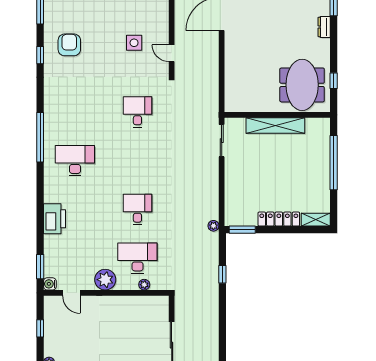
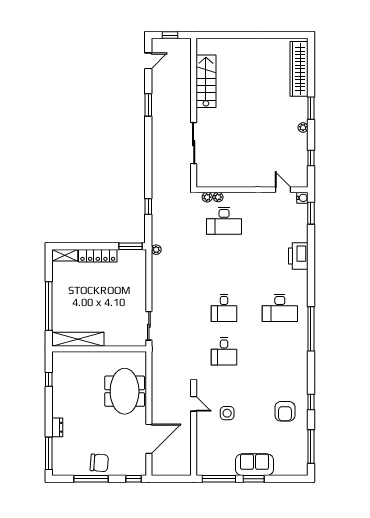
meeting table: (302, 85) -> (125, 391), moved
shelving: (275, 126) -> (78, 339), moved
desk: (137, 209) -> (224, 308), moved
plant: (105, 280) -> (207, 197), moved, width x0.53, depth x0.53

